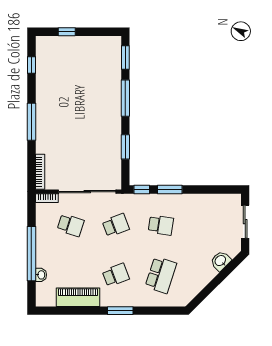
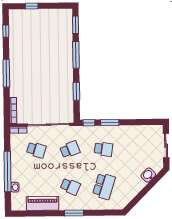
school desk: (116, 275) -> (70, 186), turned 45

